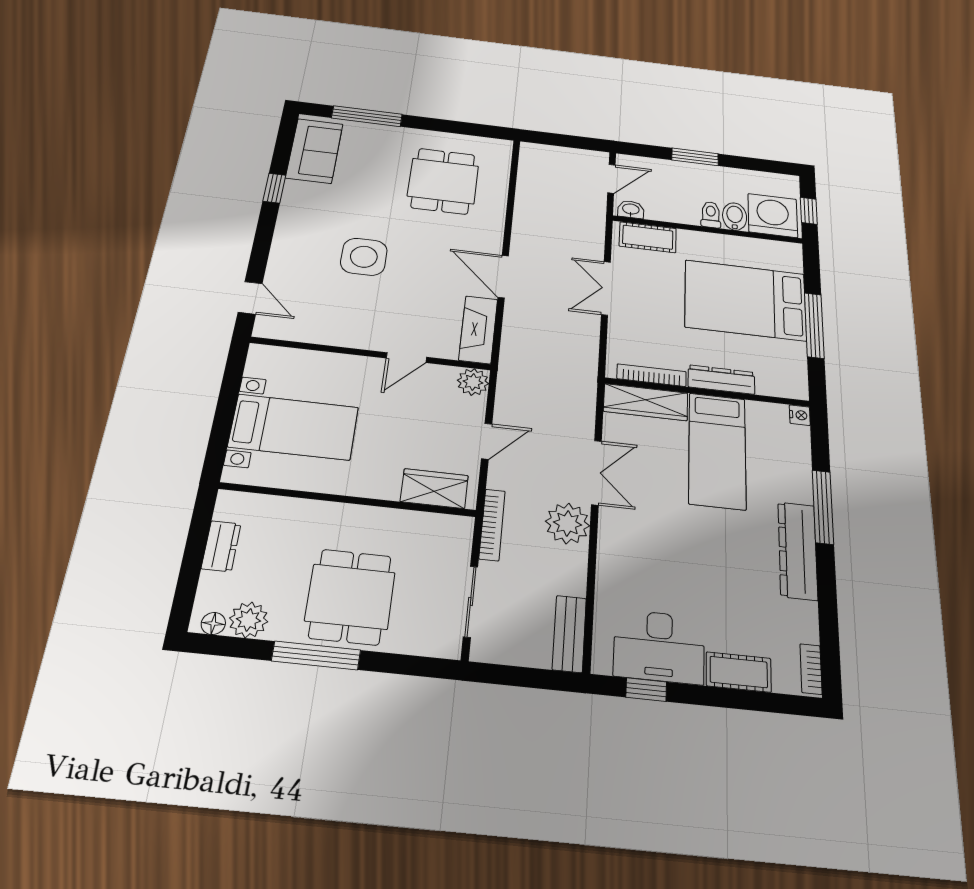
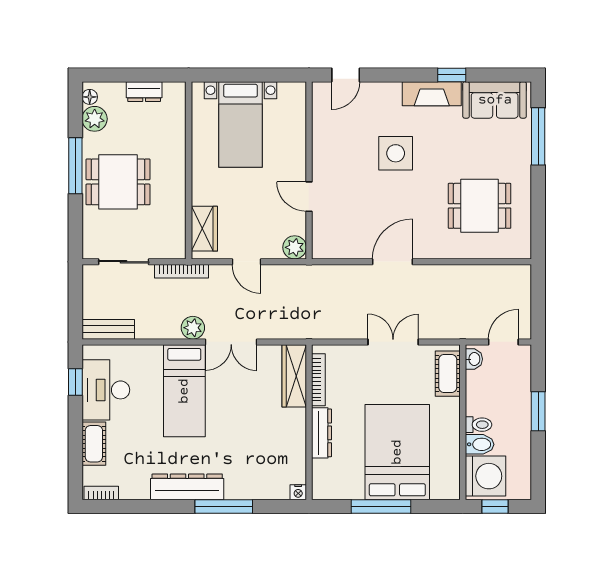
door: (611, 179) -> (503, 342), swing flipped
fireplace: (478, 330) -> (432, 94), moved, turned 180
bed: (717, 450) -> (184, 391), moved, turned -90
plant: (568, 524) -> (193, 328), width x0.73, depth x0.73

